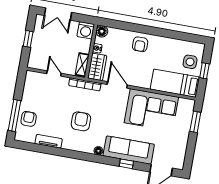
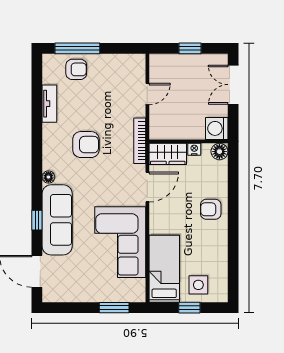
shelving: (82, 65) -> (167, 132), removed

